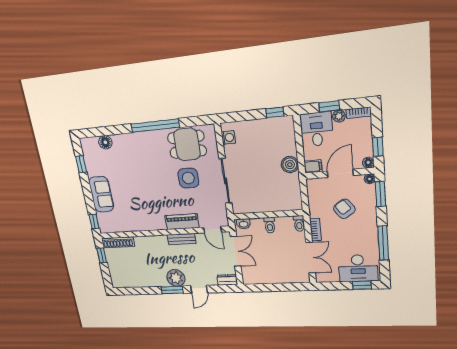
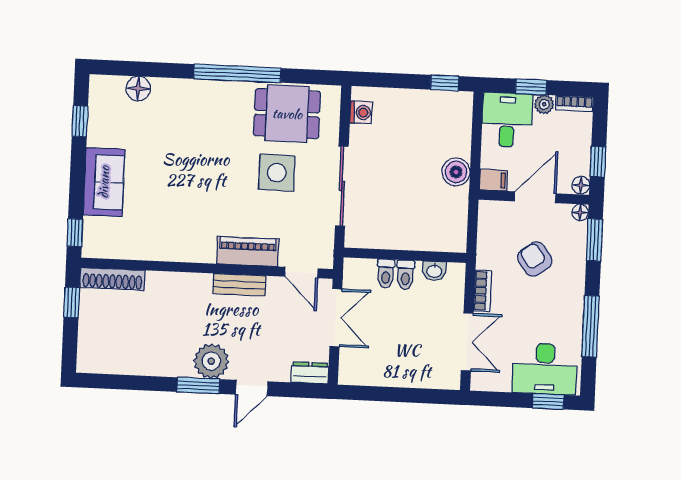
toilet: (299, 223) -> (386, 274), moved
washbasin: (244, 224) -> (434, 271), moved

